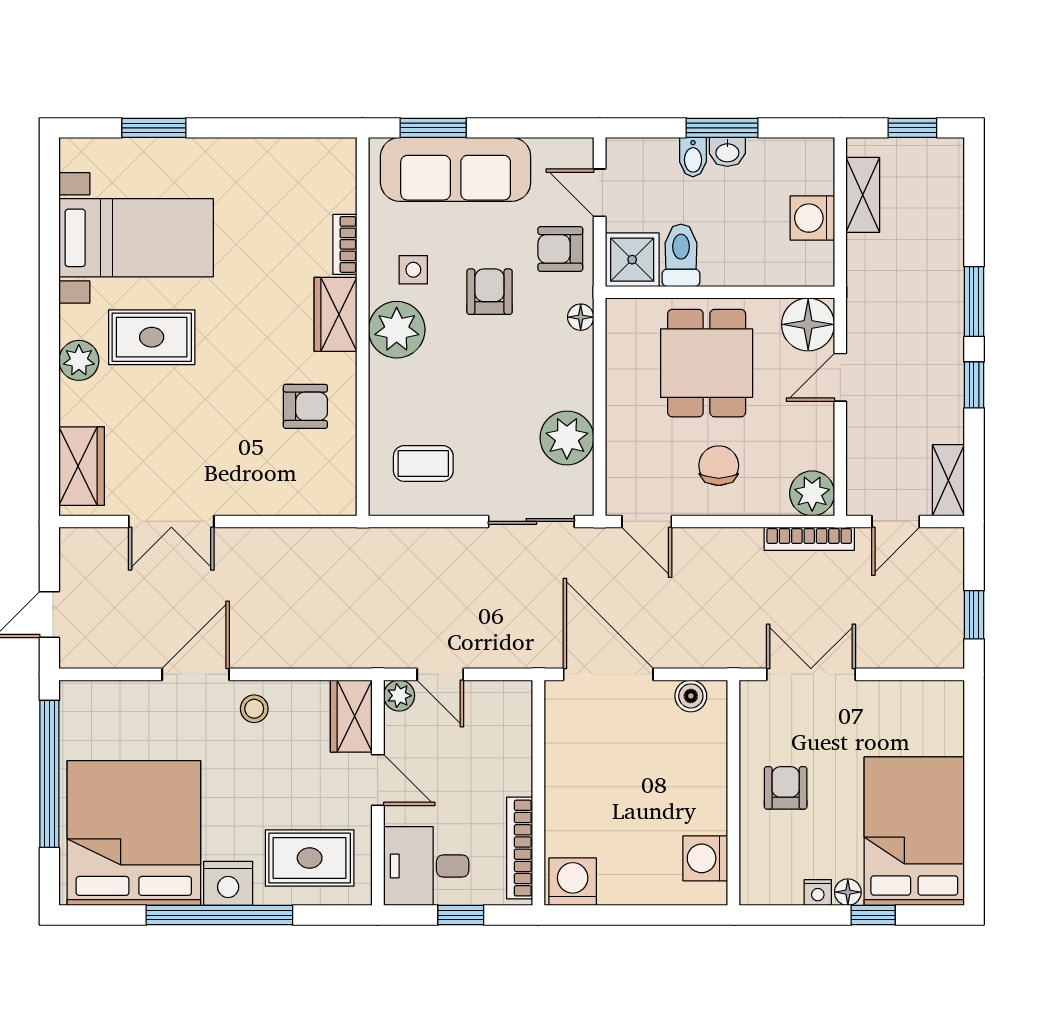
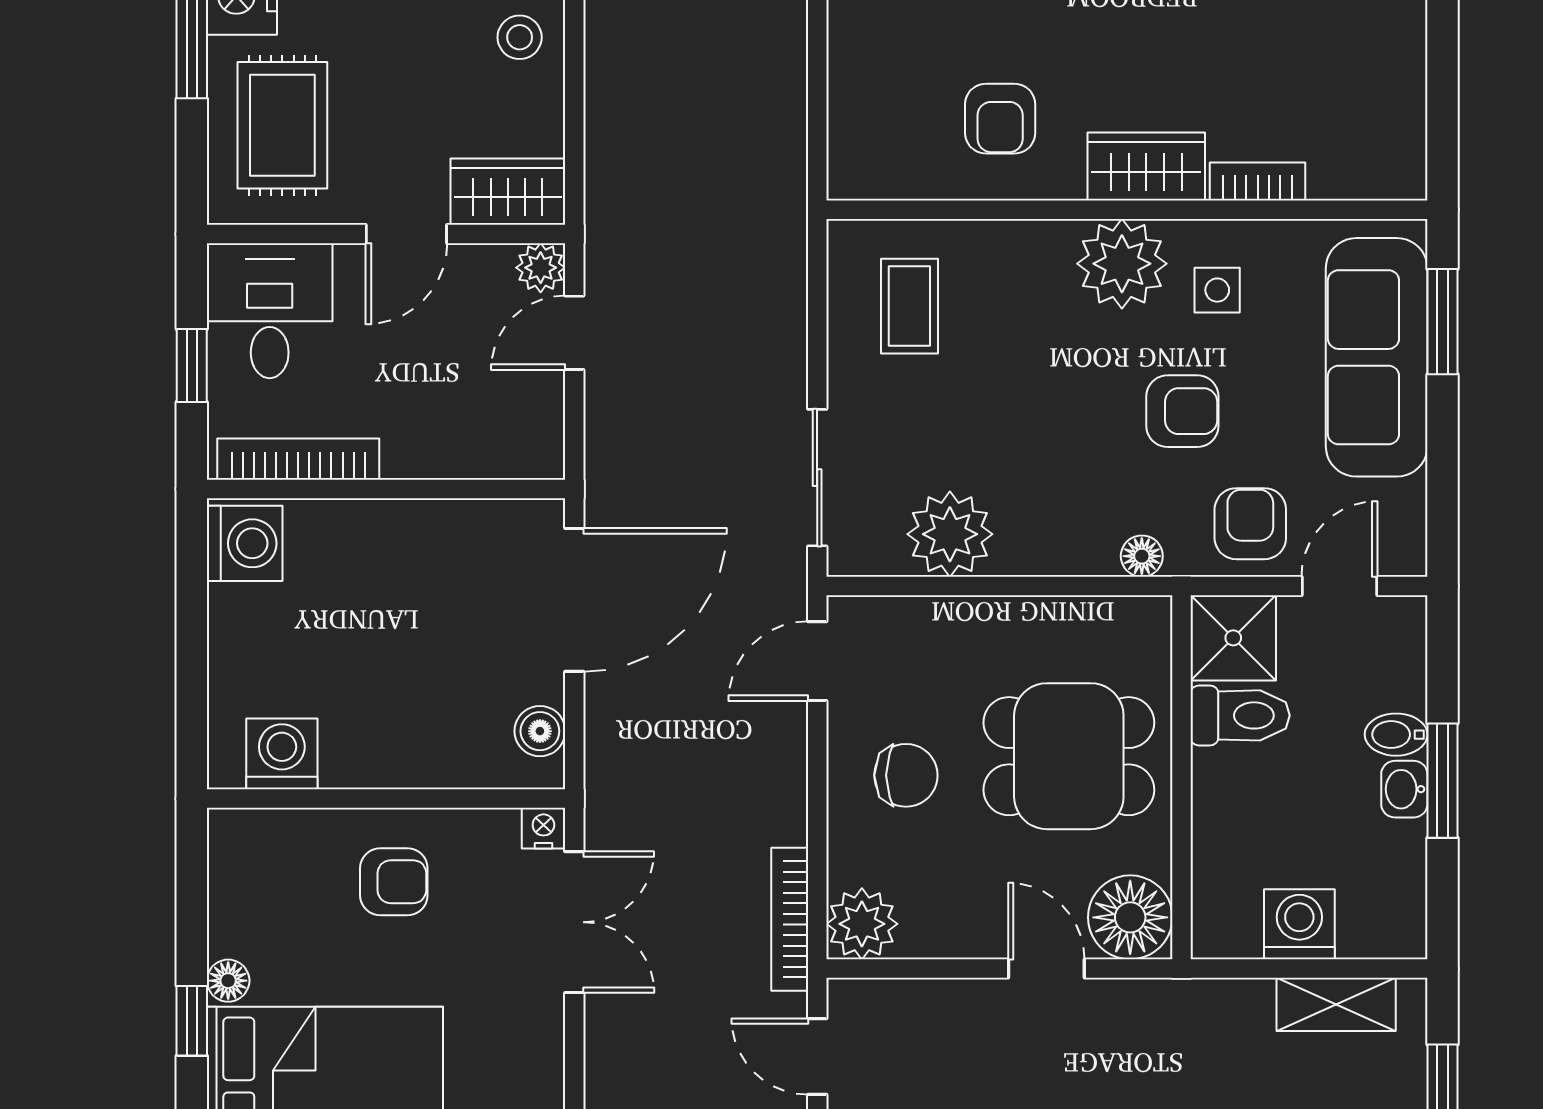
nightstand: (818, 893) -> (543, 828), moved, turned 90

